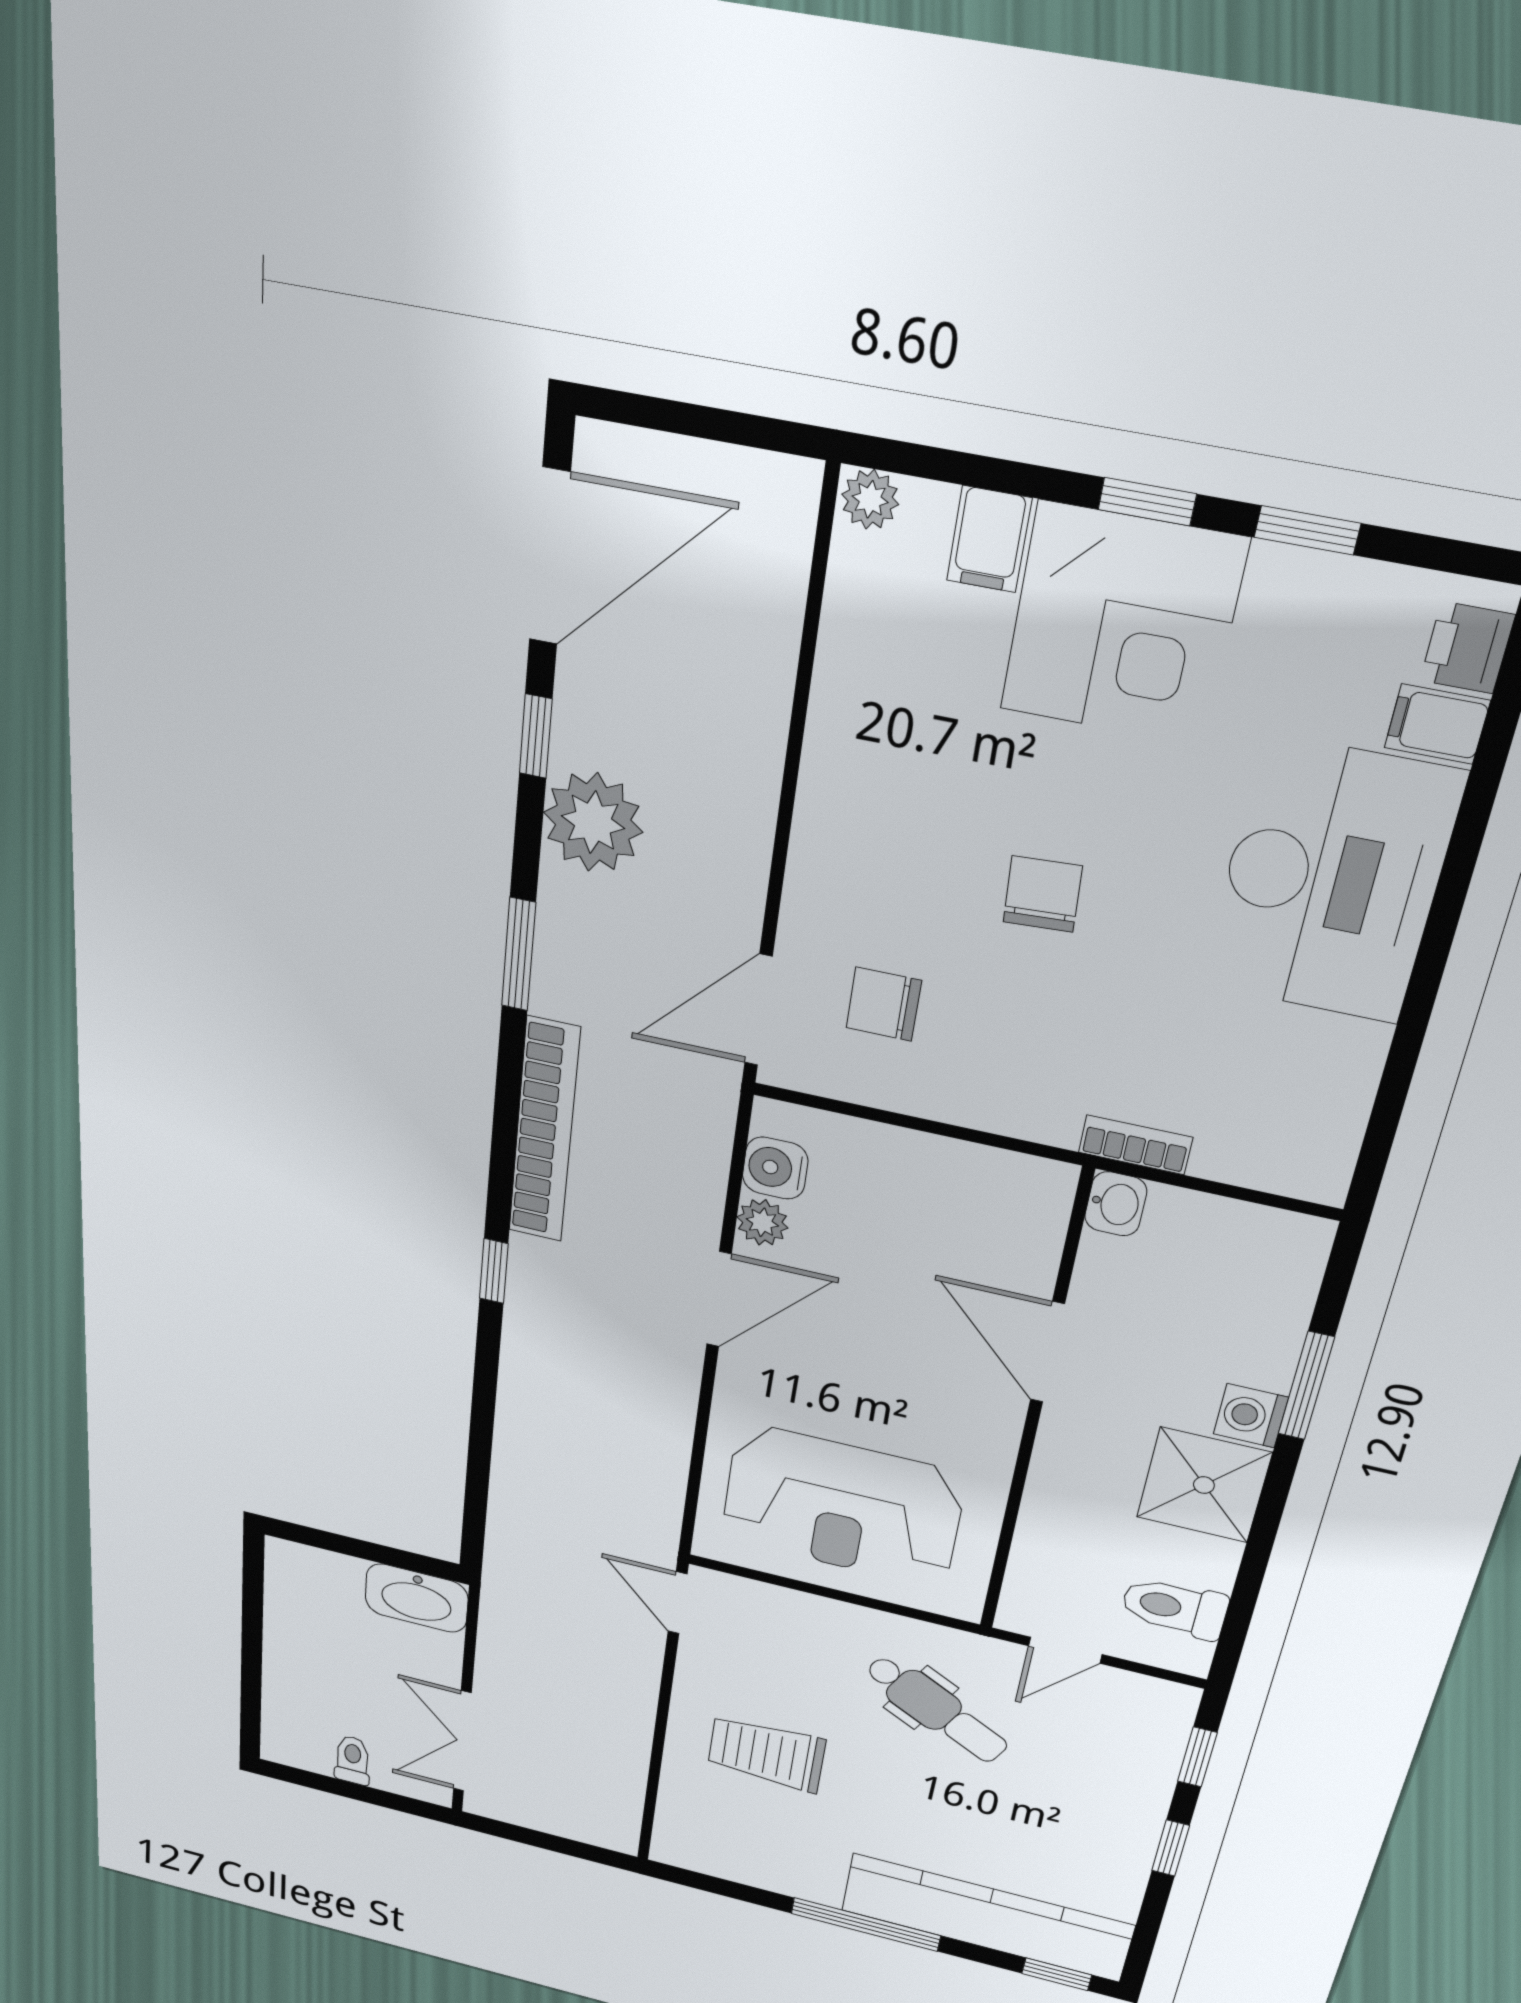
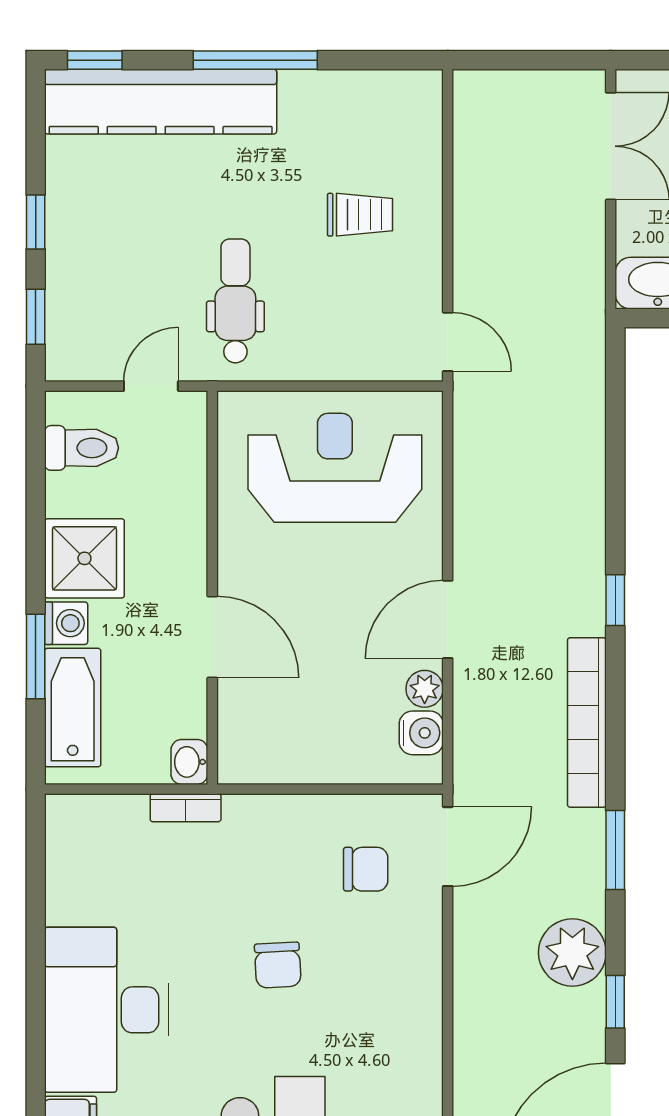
bathtub: (1270, 1311) -> (73, 708), added
dental chair: (937, 1709) -> (235, 301), turned 62
trolley: (766, 1753) -> (360, 215), width x0.73, depth x0.72

